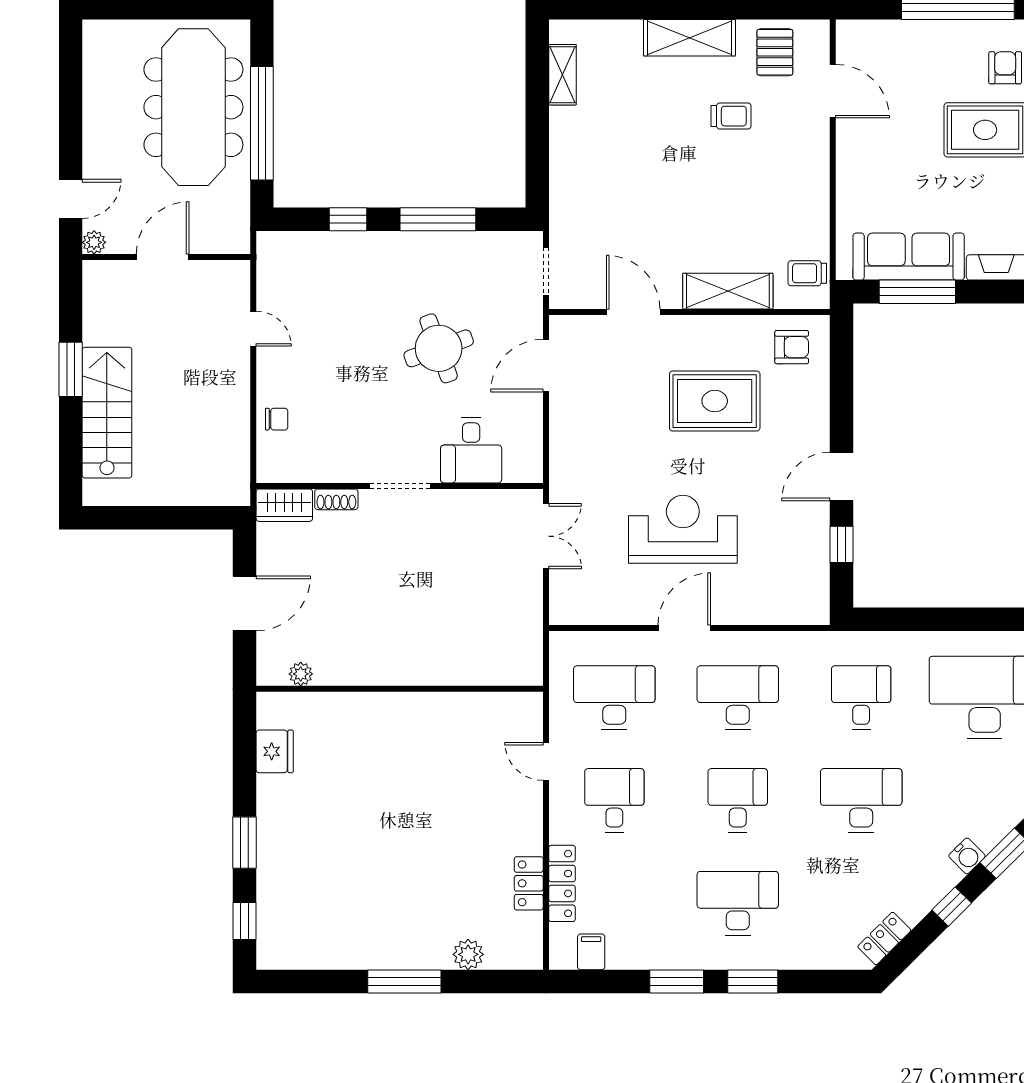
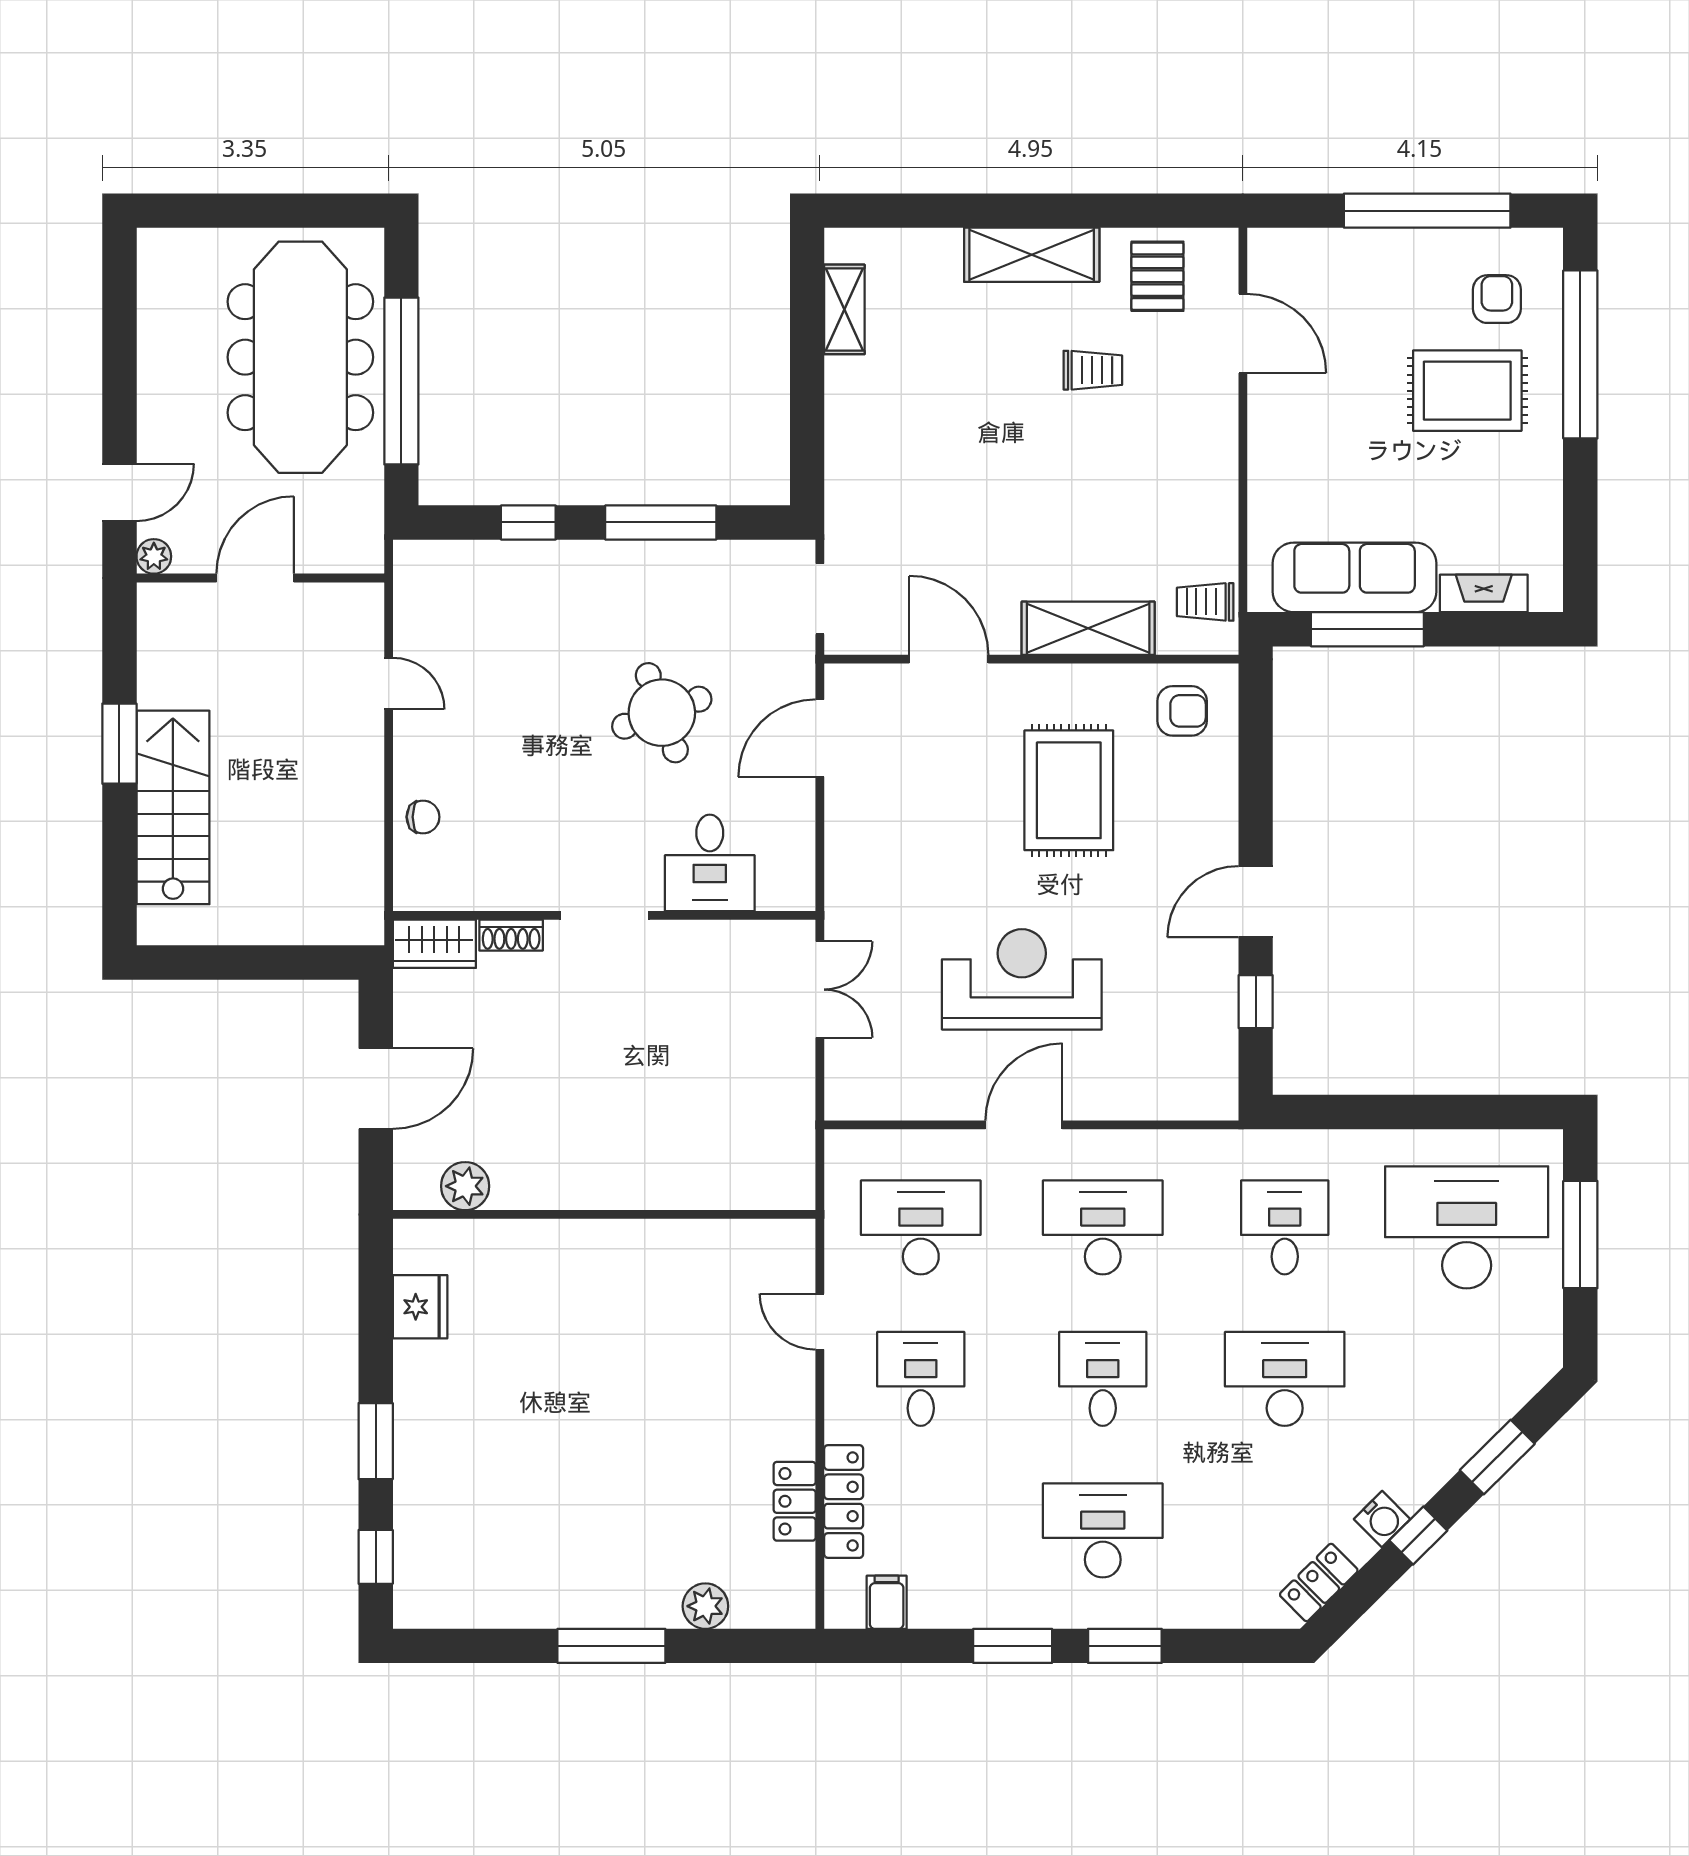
rug: (715, 401) -> (1069, 790), turned 90
plant: (301, 674) -> (465, 1186), width x1.38, depth x1.38
water cooler: (967, 856) -> (1382, 1519), moved

